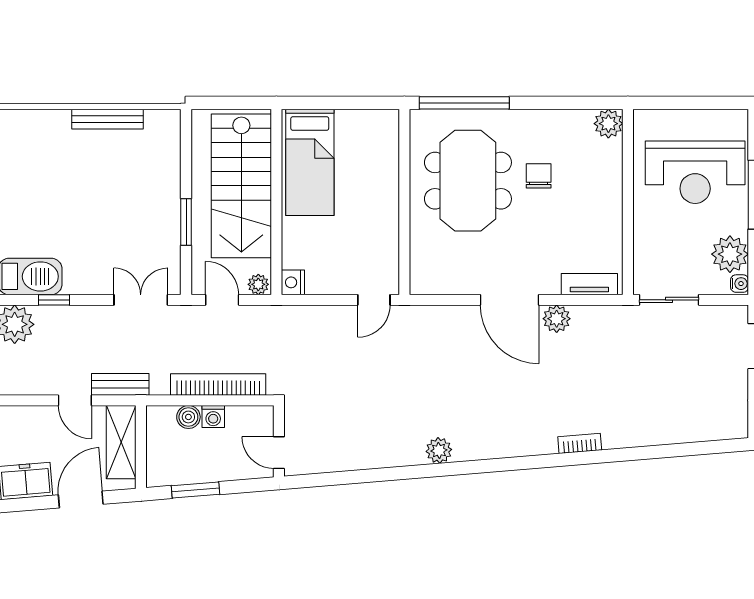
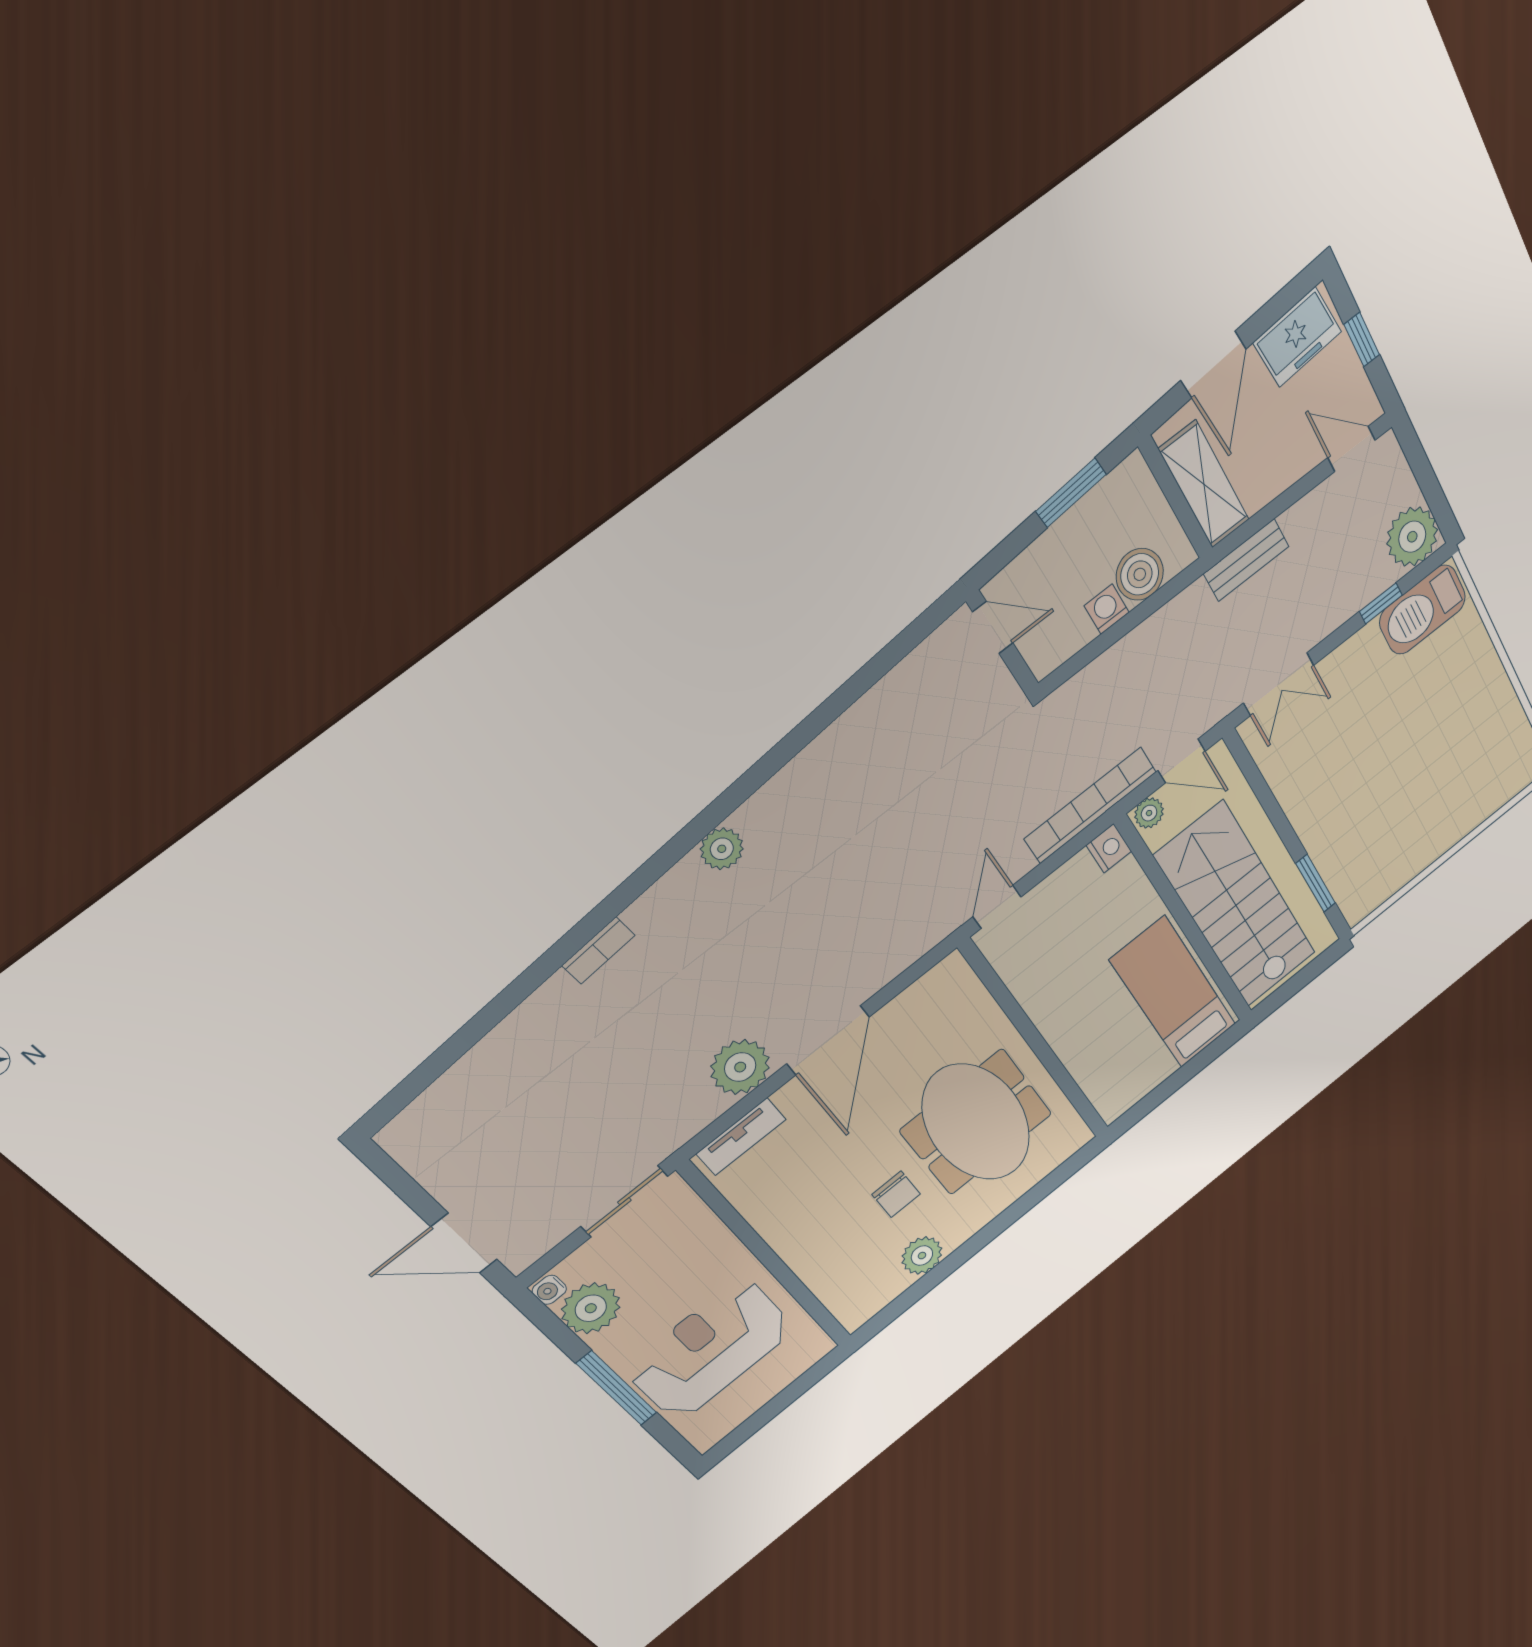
window: (464, 103) -> (1038, 1193), removed
bench: (107, 119) -> (1425, 855), removed
plant: (608, 124) -> (922, 1256), moved
window: (186, 222) -> (1316, 883), moved
door: (509, 300) -> (828, 1040), swing flipped
plant: (557, 319) -> (740, 1067), width x1.36, depth x1.36
bookcase: (218, 385) -> (1090, 805), moved, turned 180
door: (75, 400) -> (1351, 449), moved
boiler: (188, 417) -> (1140, 574), width x1.36, depth x1.36
plant: (439, 450) -> (722, 849), moved

